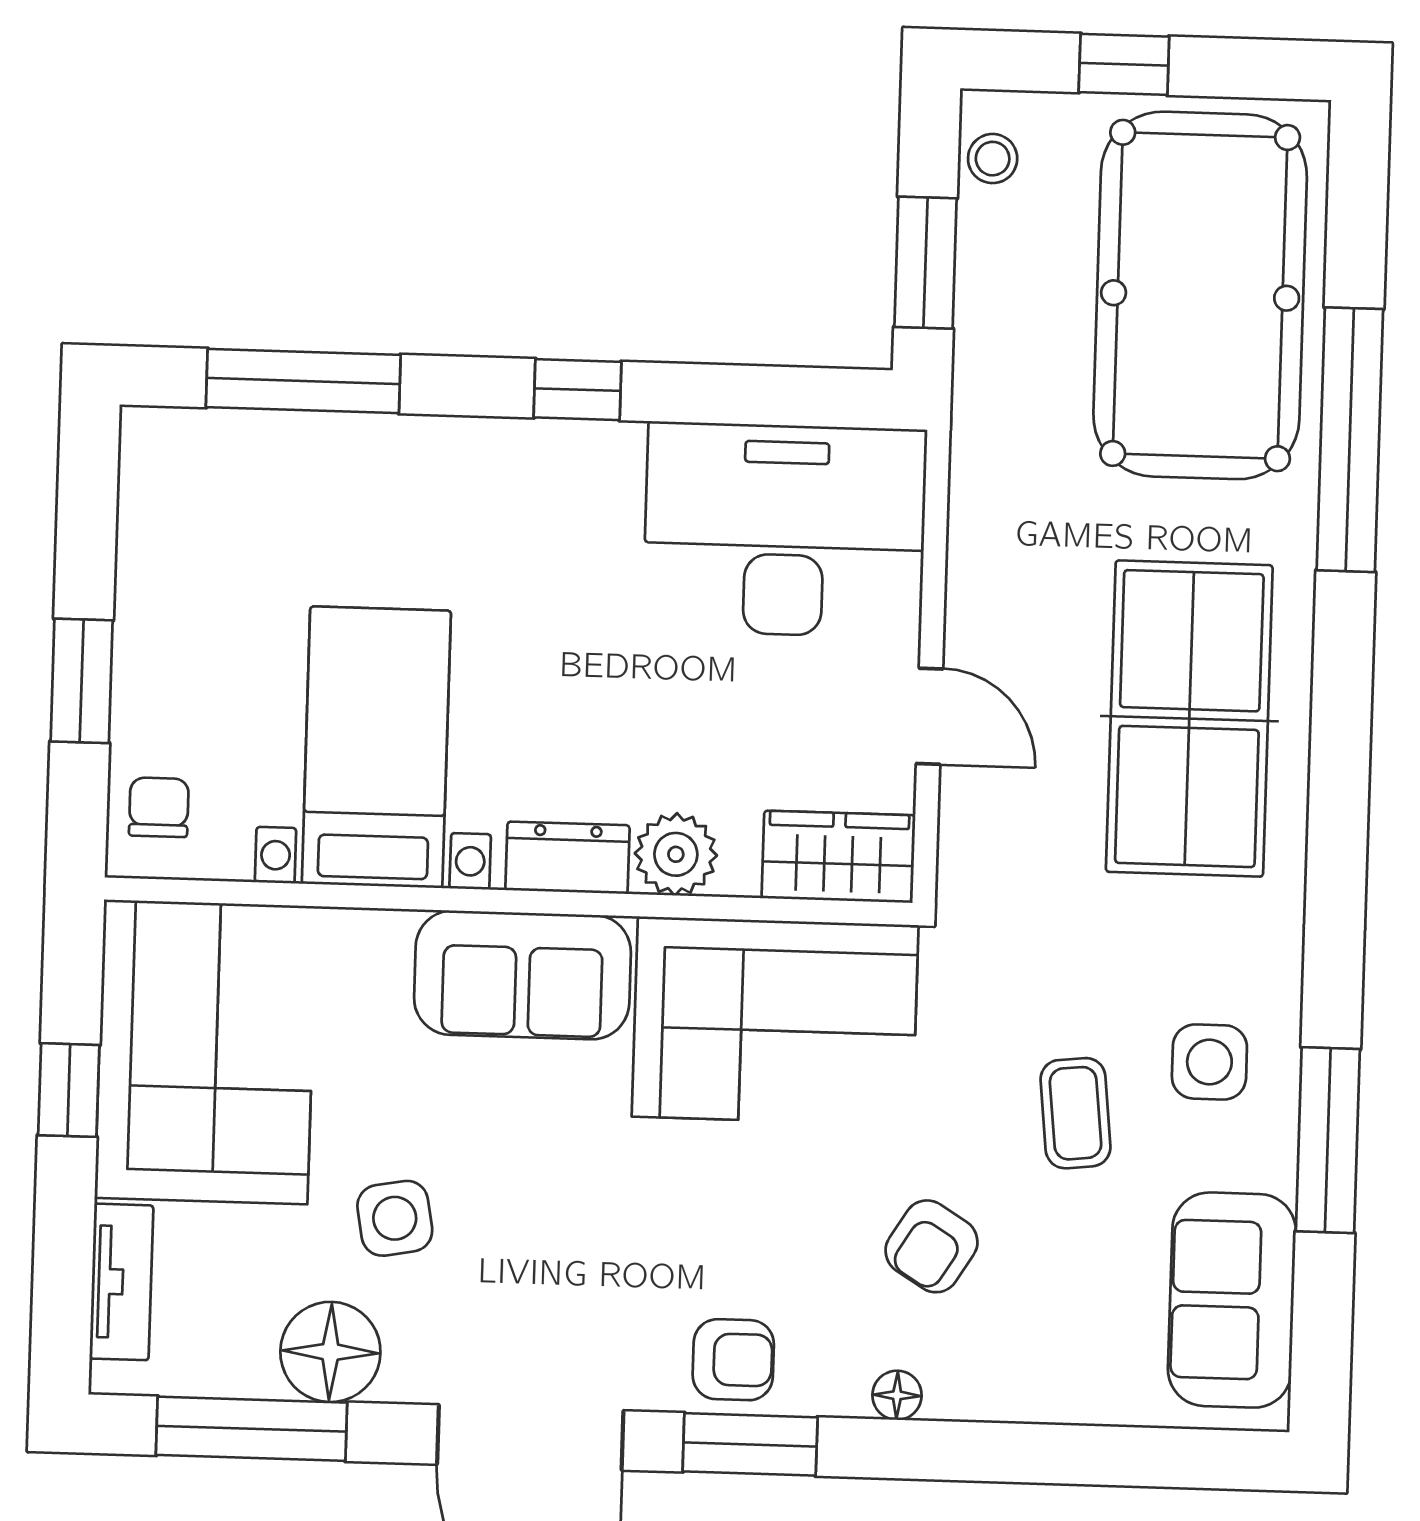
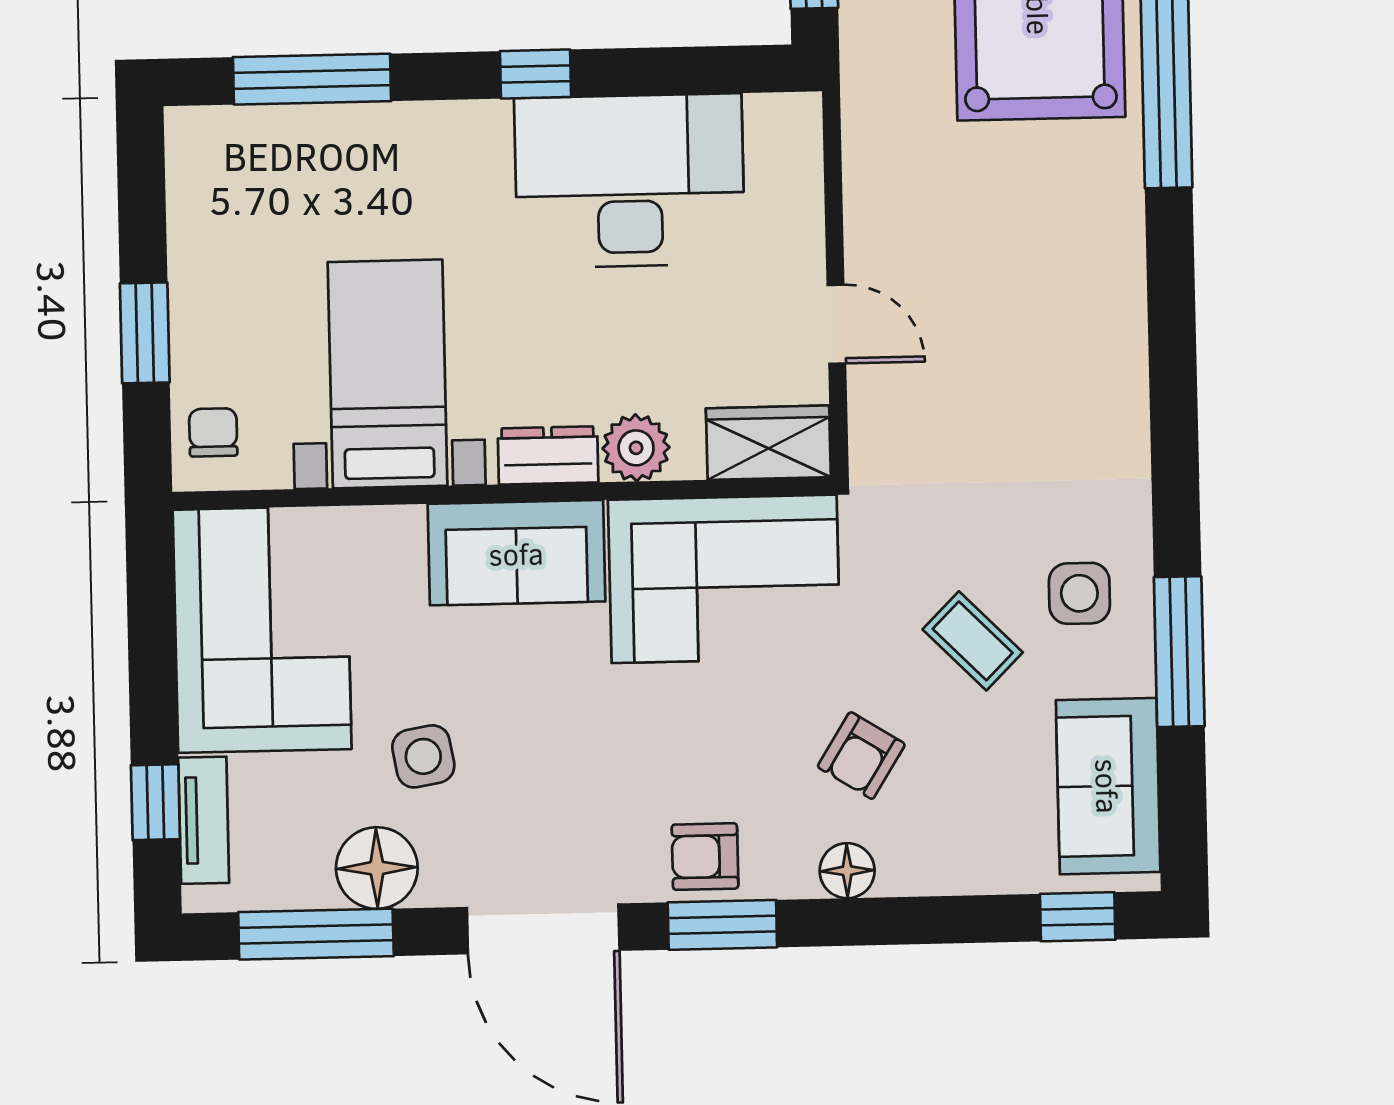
desk: (785, 530) -> (630, 181), moved
table tennis table: (1189, 719) -> (1048, 315), removed
window: (69, 1090) -> (155, 802), moved
coffee table: (1076, 1113) -> (973, 641), turned -39
armchair: (733, 1360) -> (705, 857), turned 180
floor lamp: (897, 1395) -> (847, 871), width x1.37, depth x1.37
window: (1186, 1458) -> (1078, 917), added

